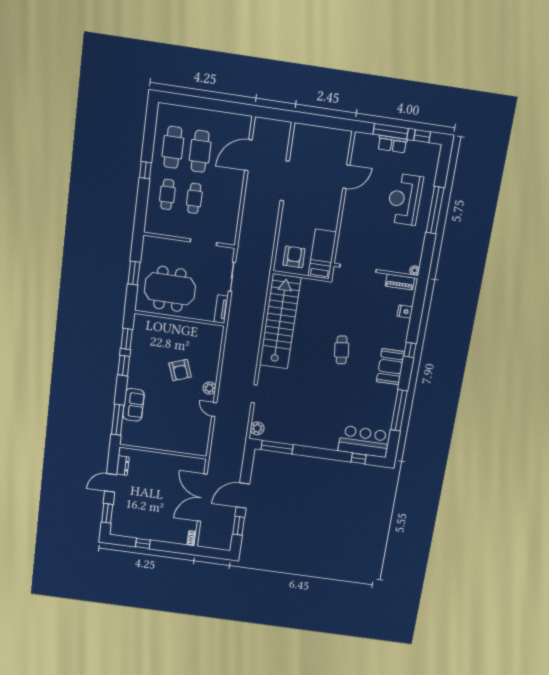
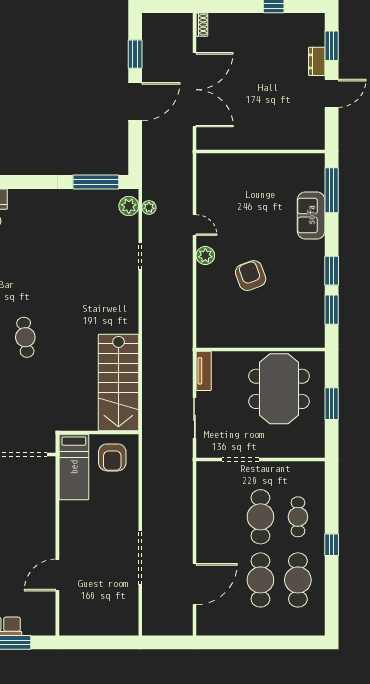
cafe table: (194, 198) -> (260, 517), width x1.37, depth x1.35
meeting table: (170, 289) -> (279, 389), turned 90
stairs: (280, 322) -> (118, 382), width x0.73
plant: (244, 426) -> (149, 207), added
dresser: (123, 465) -> (317, 61), moved

